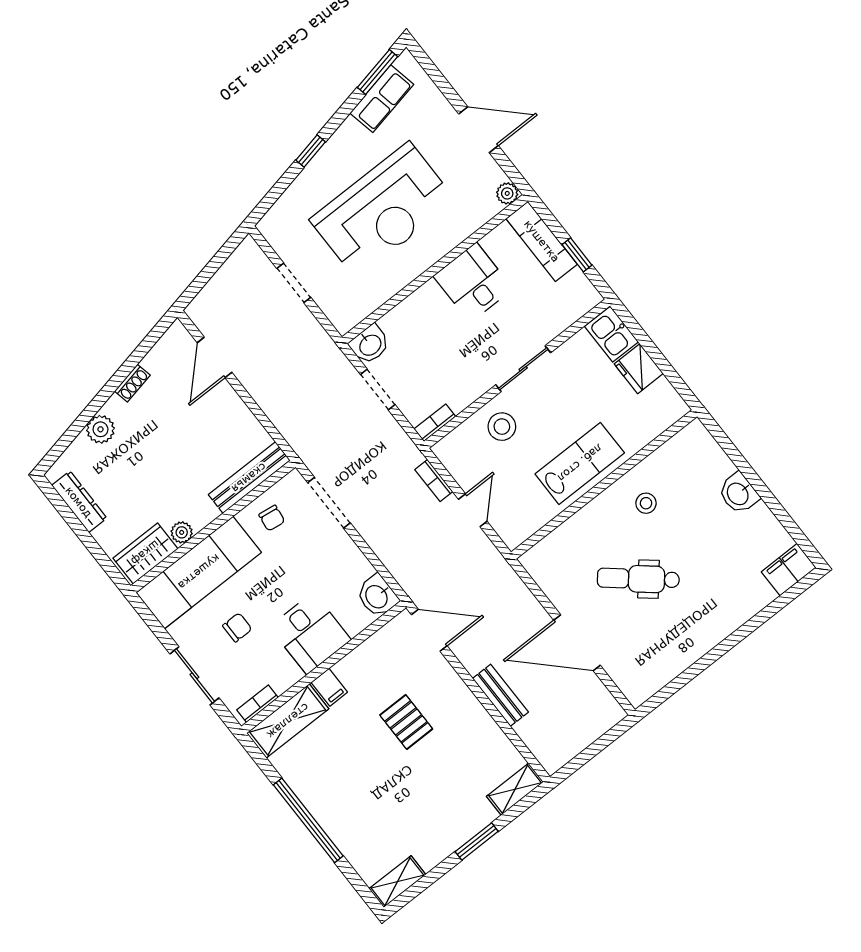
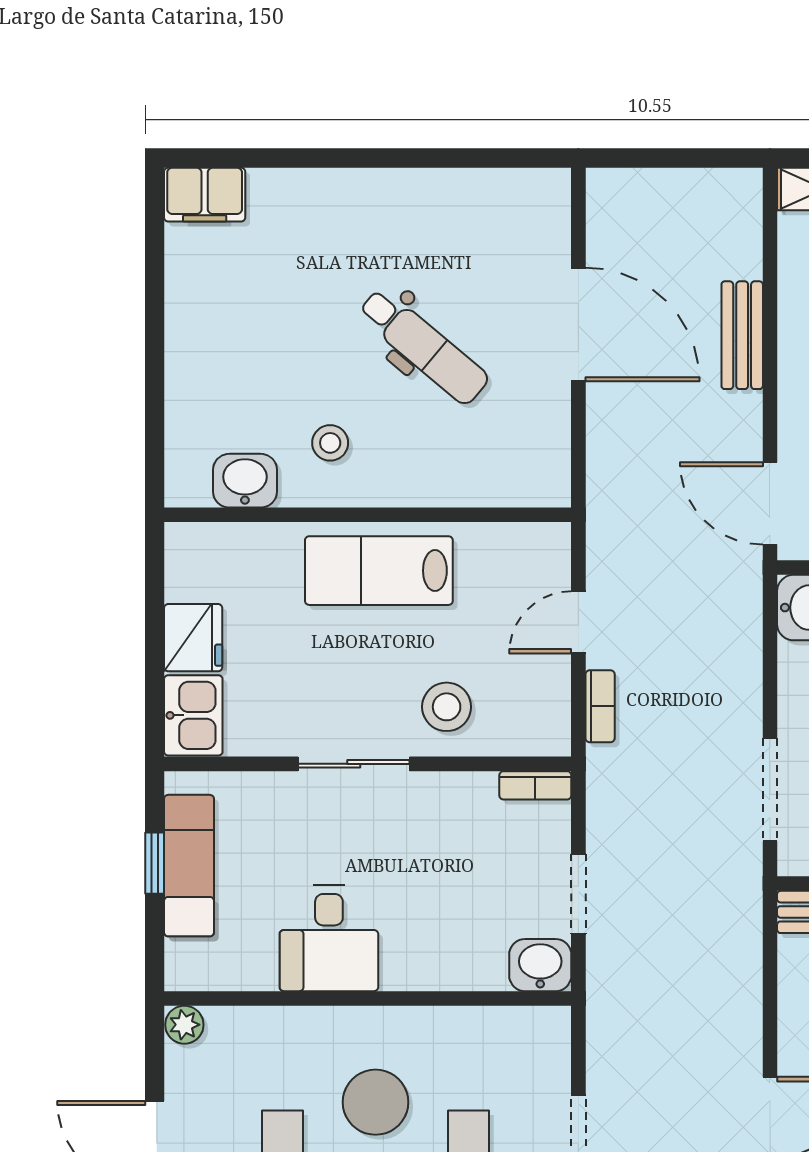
exam couch: (542, 241) -> (189, 866), moved
washbasin: (738, 493) -> (245, 481), moved, turned -90

